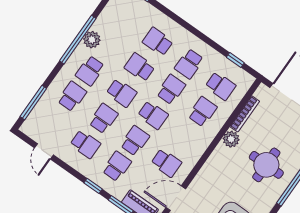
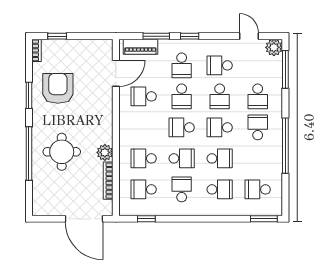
school desk: (126, 19) -> (258, 189), added
plant: (92, 40) -> (274, 47), moved
school desk: (171, 89) -> (182, 158), turned -90
school desk: (202, 112) -> (144, 158), turned 90

